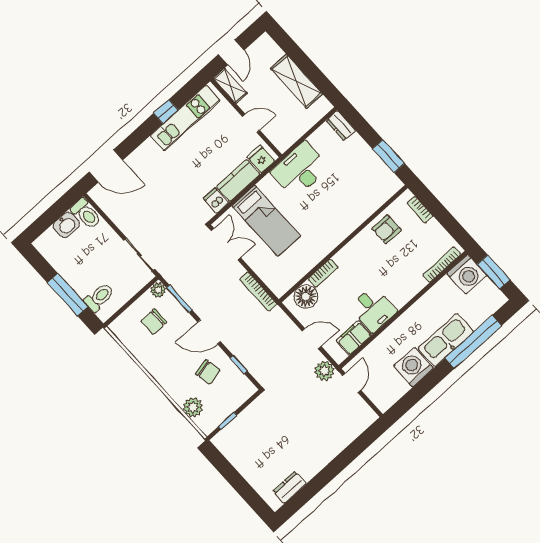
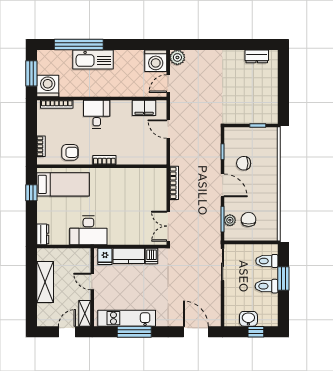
window: (166, 112) -> (134, 332), width x2.17
window: (388, 156) -> (31, 193), width x0.67
toilet: (86, 214) -> (267, 286), moved, turned -90
window: (48, 219) -> (256, 332), added
bed: (266, 221) -> (63, 184), moved, turned 90
bookcase: (323, 273) -> (104, 160), moved
plant: (158, 290) -> (230, 220), moved
window: (68, 295) -> (283, 279), width x0.69
floor lamp: (306, 296) -> (150, 156), removed
desk: (373, 309) -> (97, 114), moved
chair: (154, 322) -> (249, 219), turned -90
washing machine: (414, 367) -> (156, 61), moved
plant: (324, 371) -> (177, 57), moved
chair: (208, 372) -> (244, 163), turned -78
plant: (193, 407) -> (270, 151), removed

